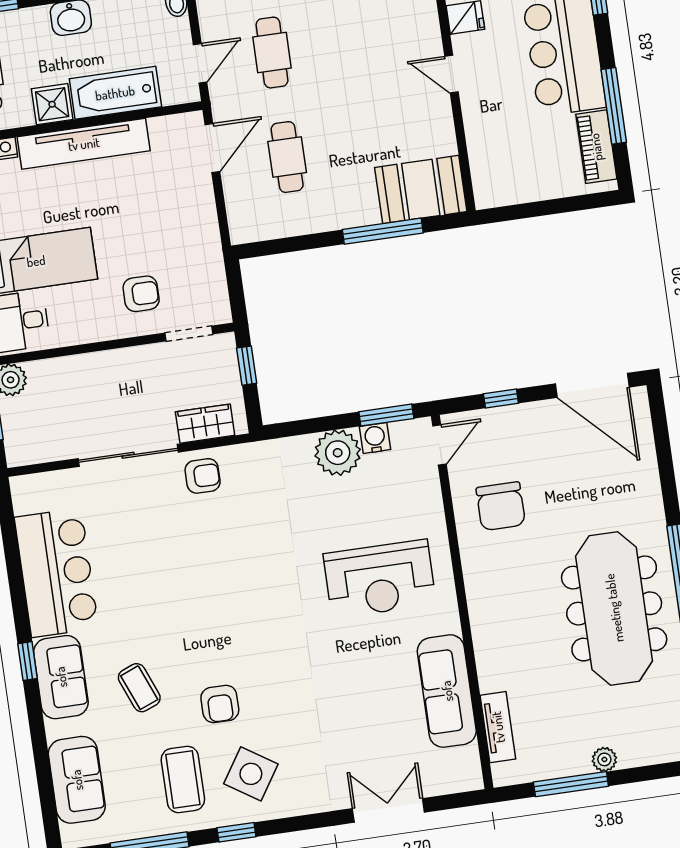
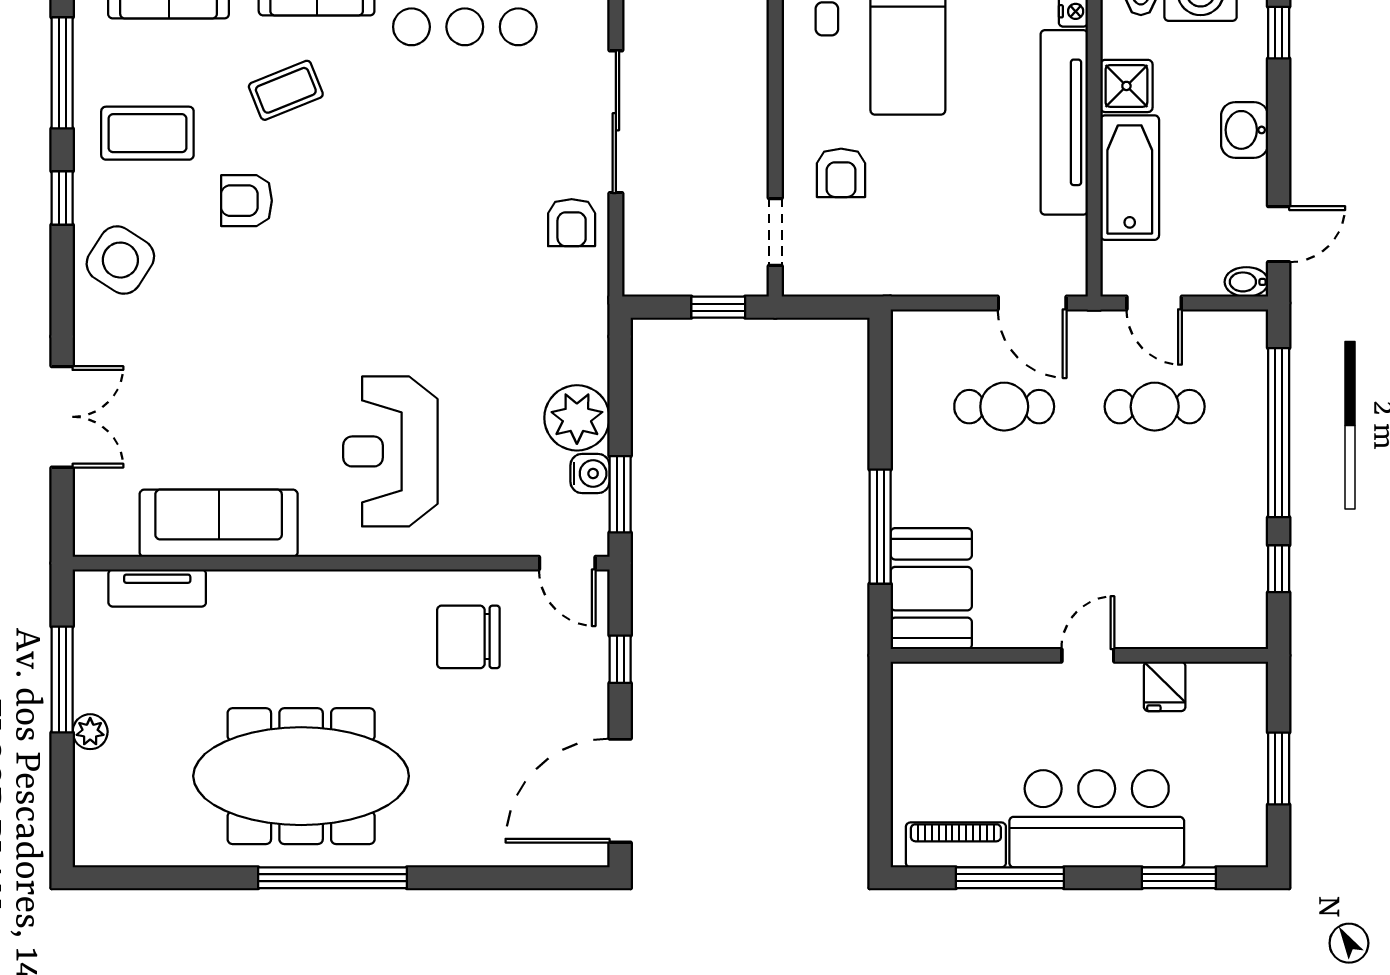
wardrobe: (205, 424) -> (645, 237), removed
side table: (251, 774) -> (120, 260), moved

